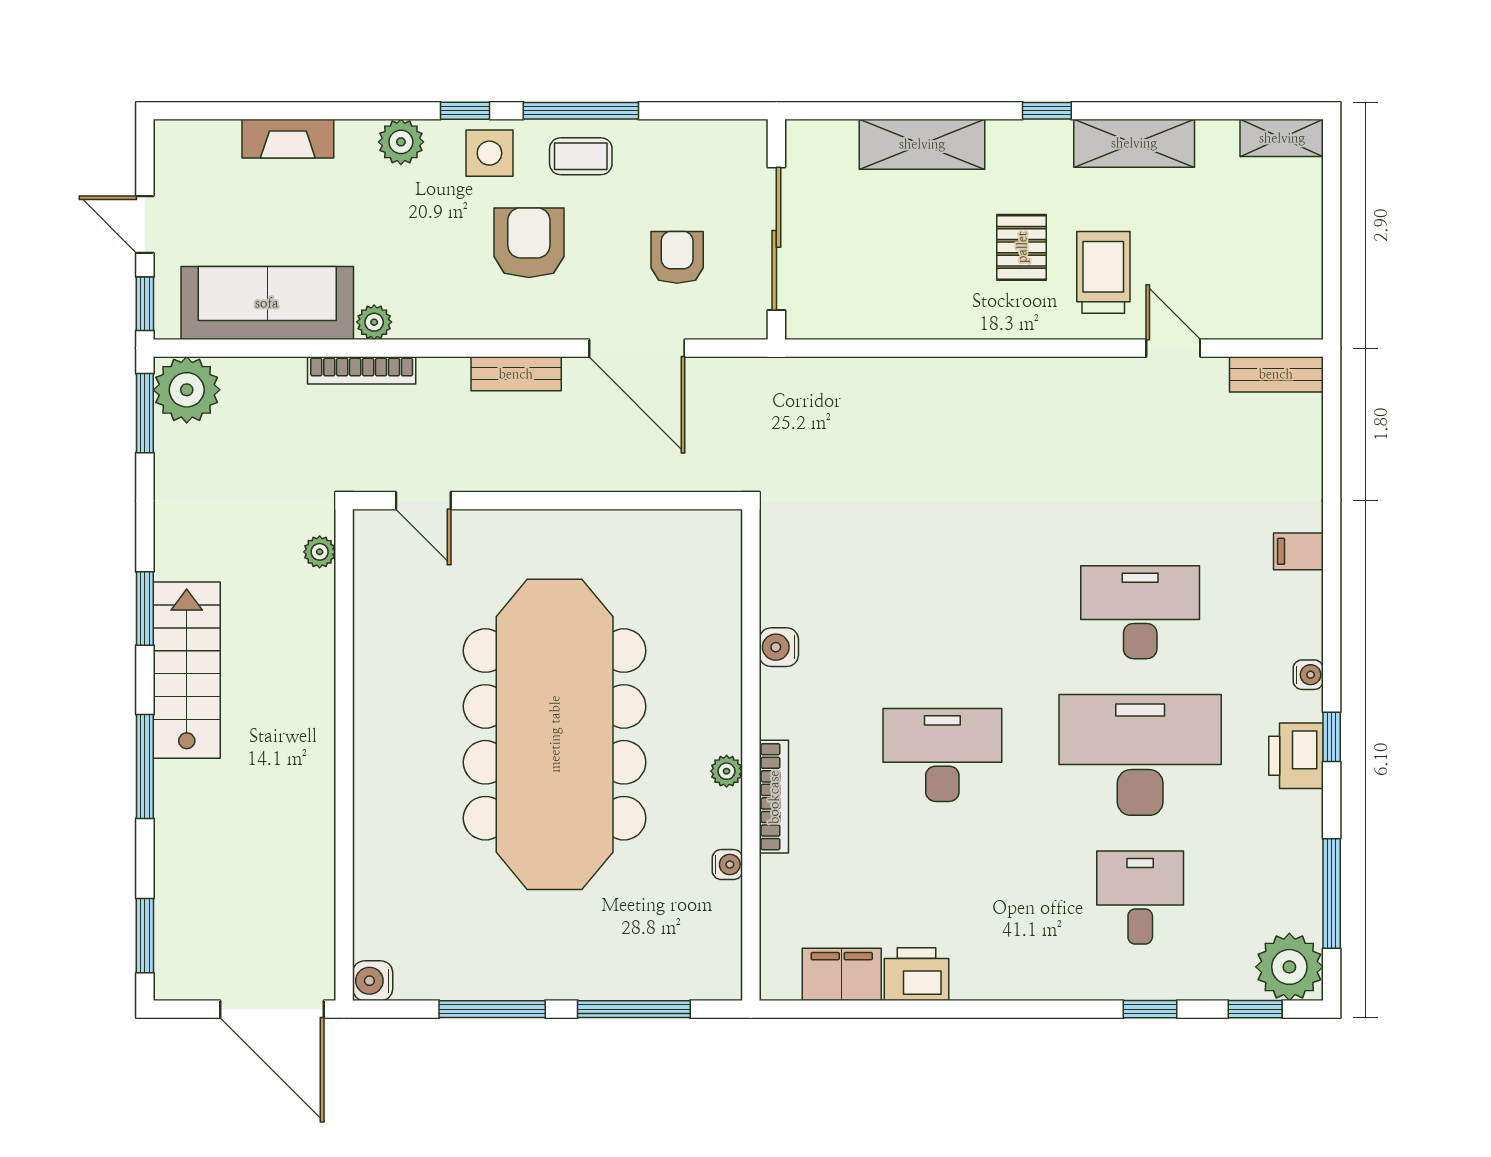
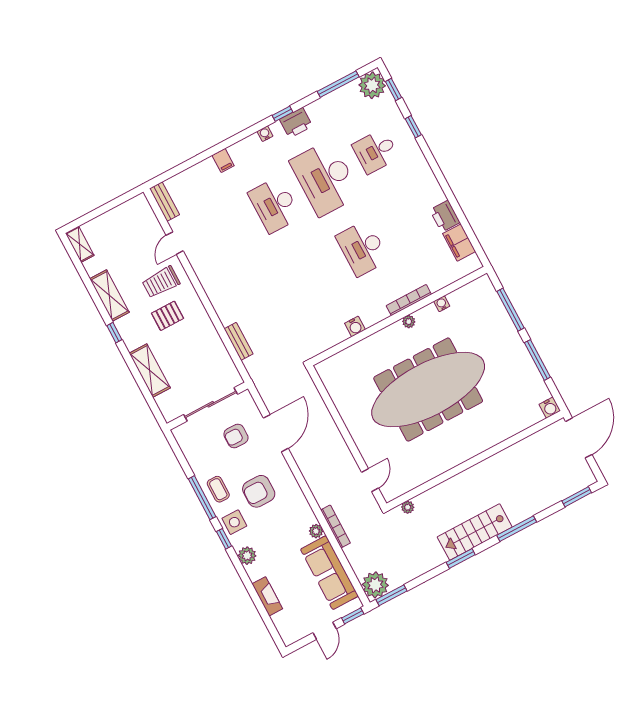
bench: (516, 374) -> (239, 341), moved

